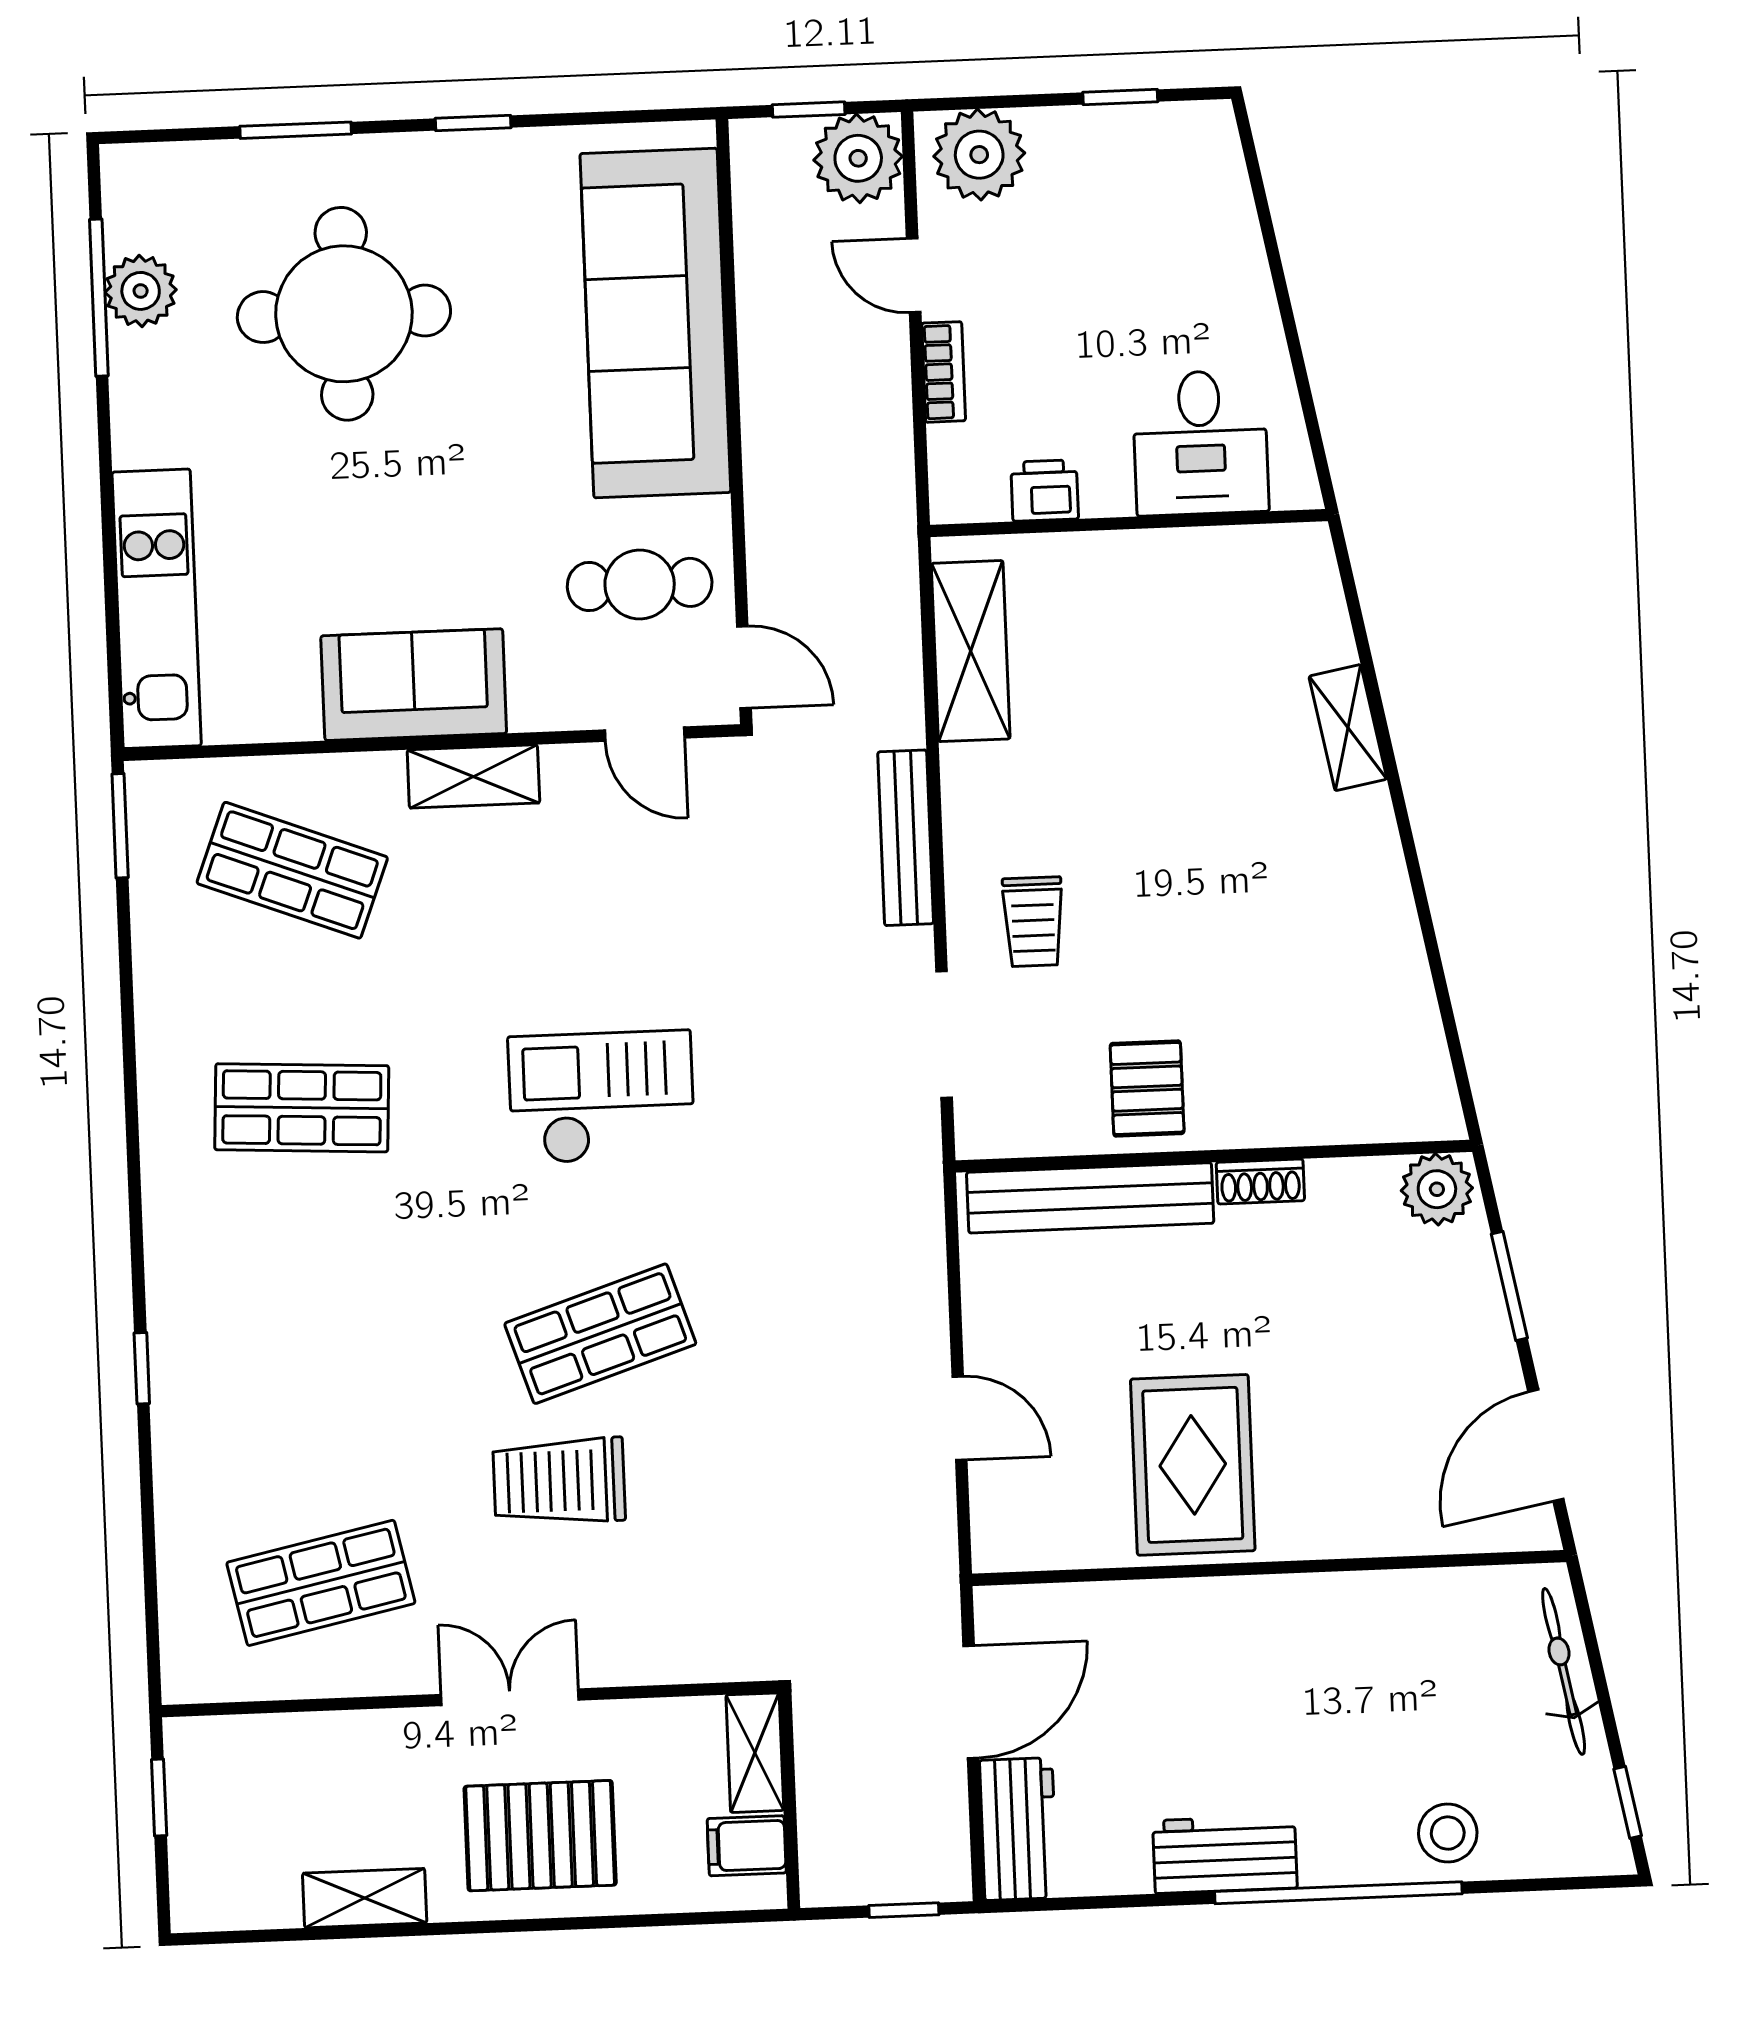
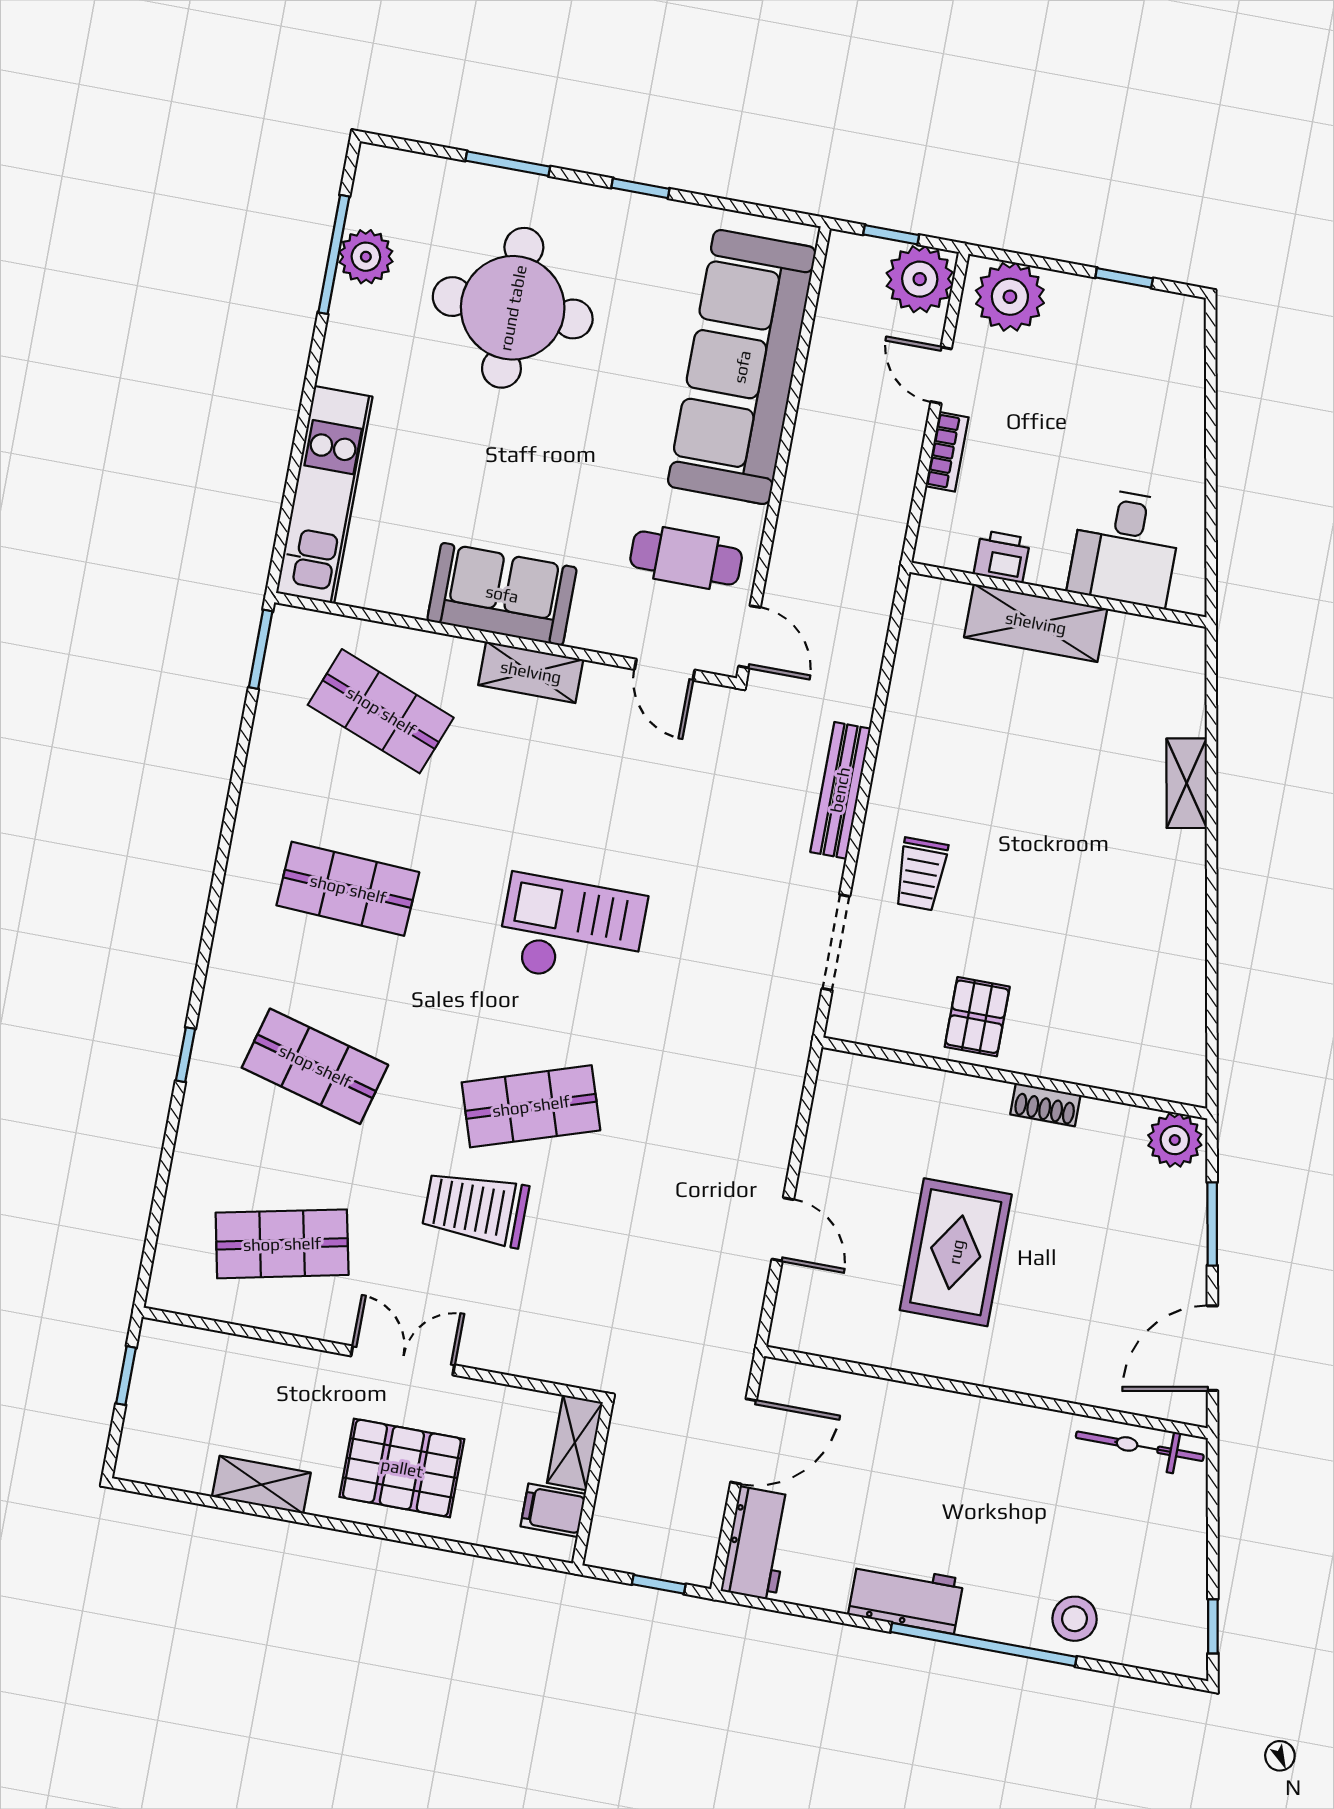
shelving: (971, 651) -> (1036, 623), moved, turned 90
bench: (1090, 1198) -> (917, 1088), removed
shop shelf: (311, 1345) -> (315, 1066), added
rug: (1193, 1465) -> (956, 1252), moved
bicycle: (1564, 1671) -> (1140, 1446), moved, turned -79

